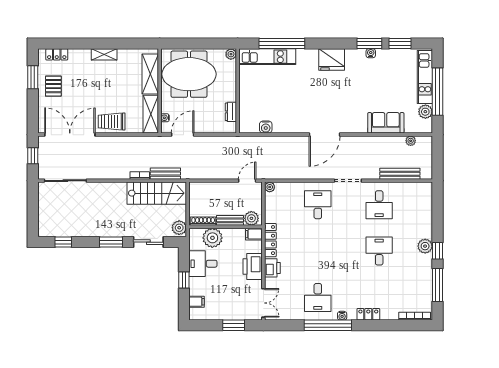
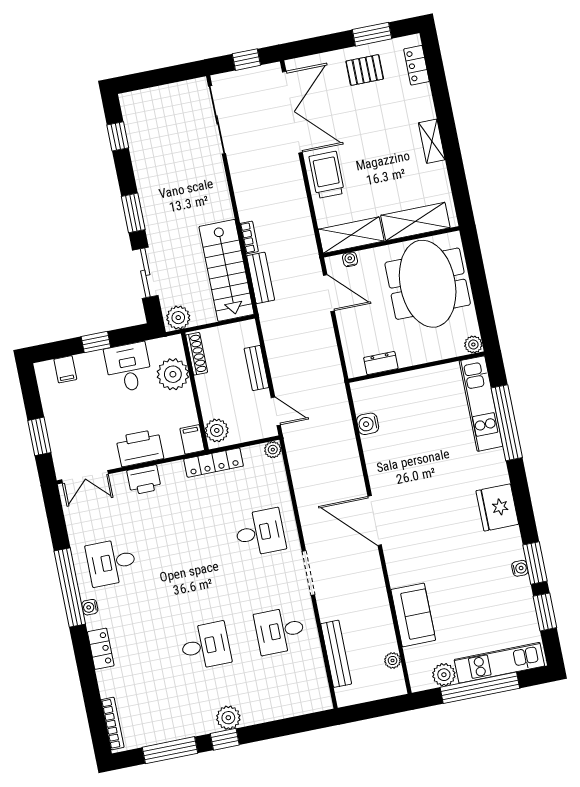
bench: (230, 220) -> (256, 368), moved
locker: (270, 240) -> (214, 463), moved

